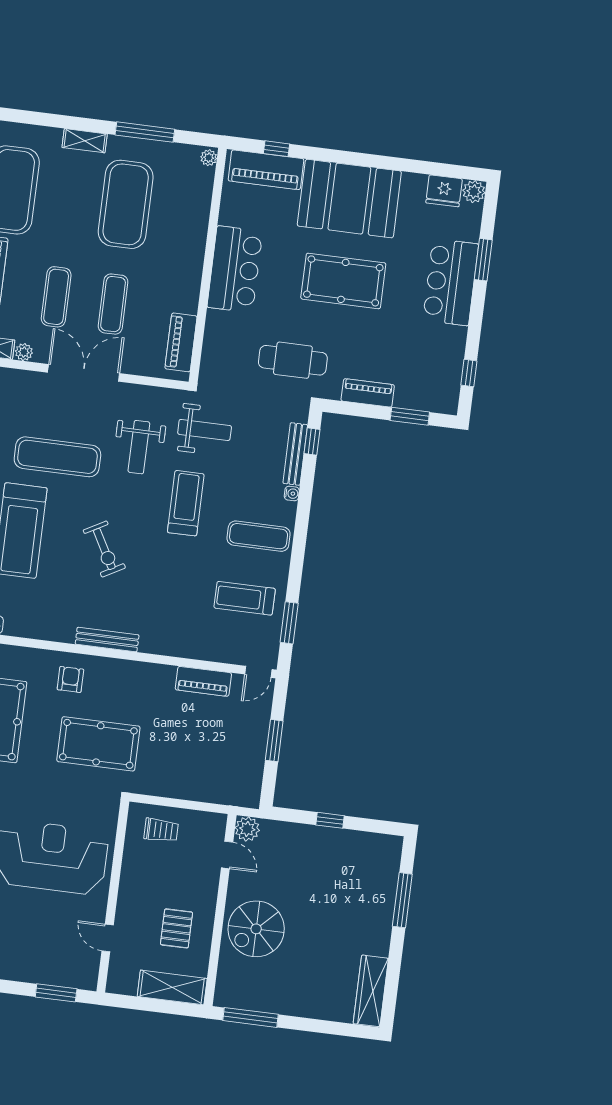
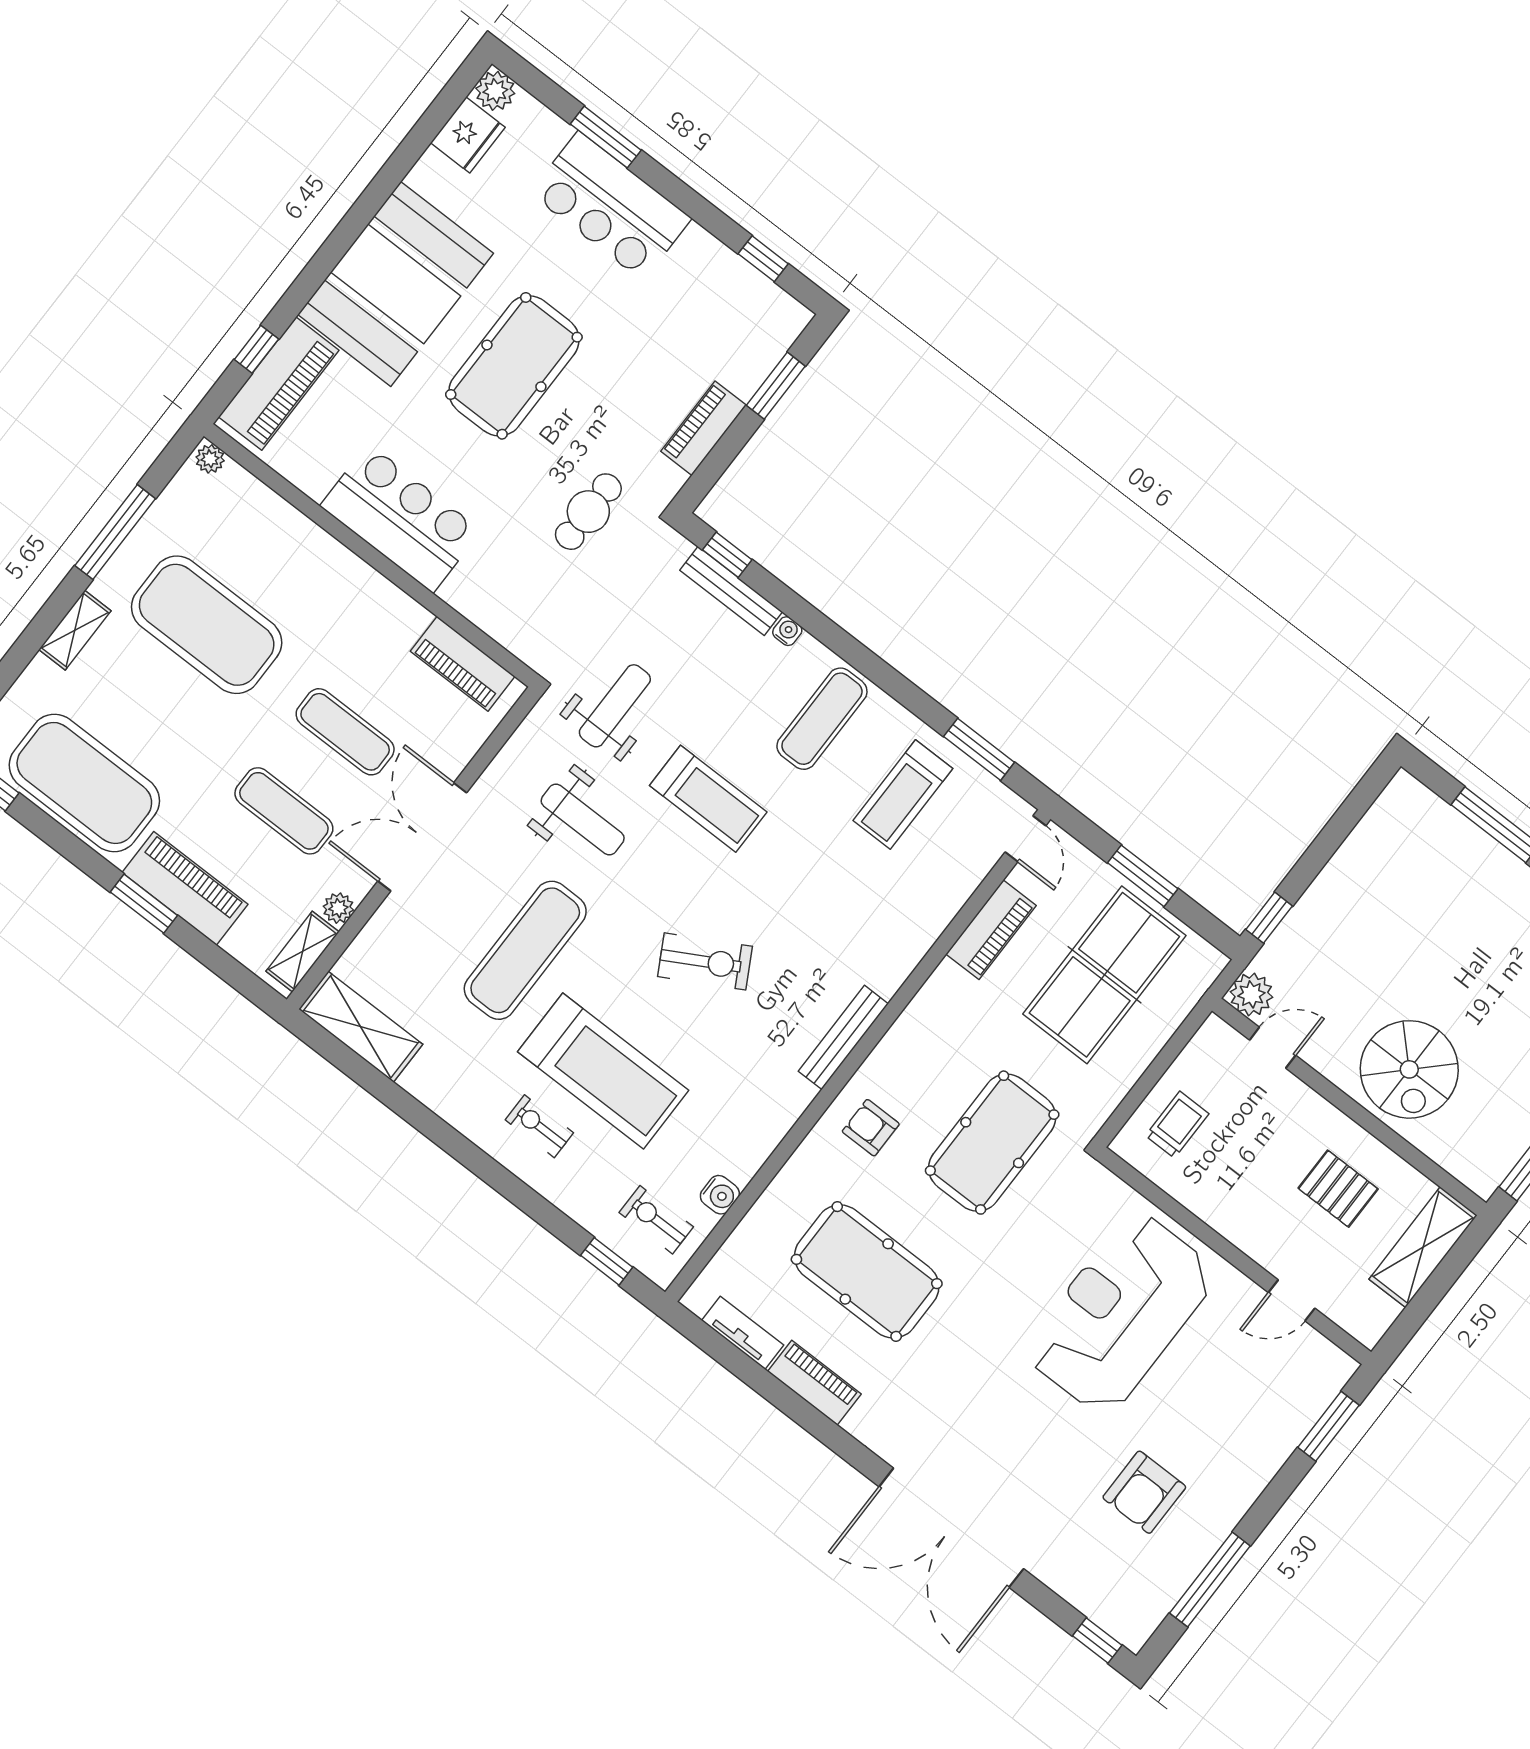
cafe table: (293, 360) -> (588, 512), width x0.73, depth x0.74
treadmill: (186, 503) -> (708, 799), turned 180
table tennis table: (214, 751) -> (1104, 975), added
window: (330, 820) -> (1269, 918), moved

